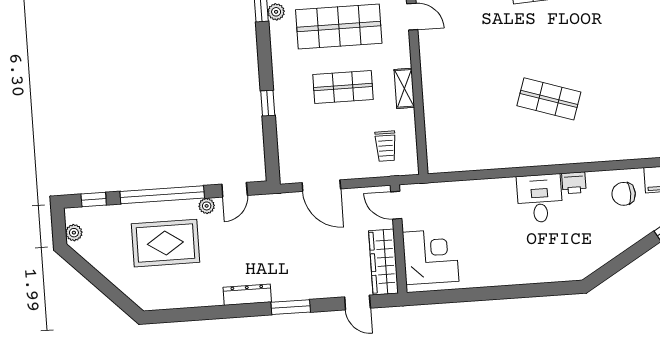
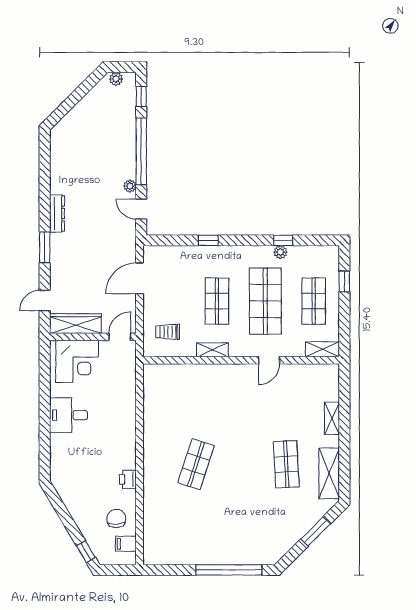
desk: (540, 198) -> (69, 415), moved, turned 180
rug: (165, 243) -> (103, 151), removed

